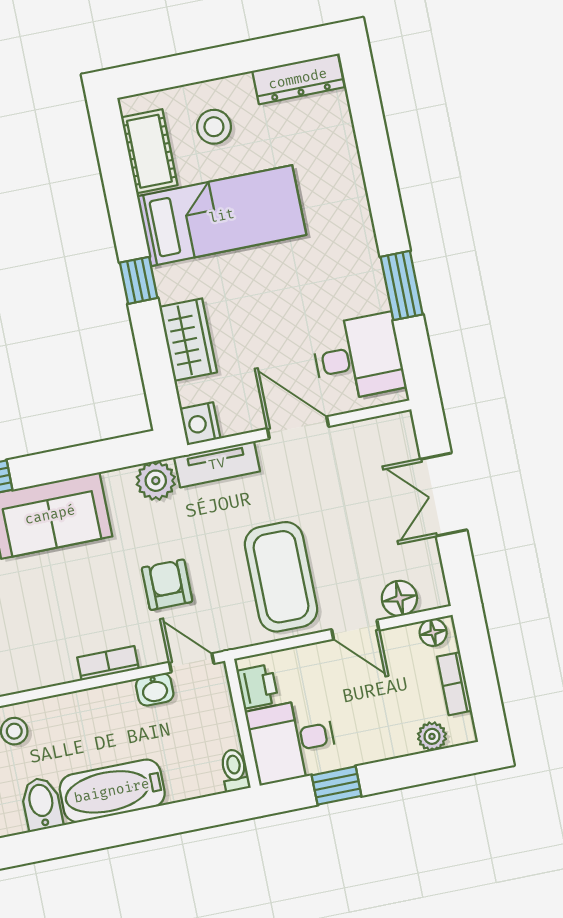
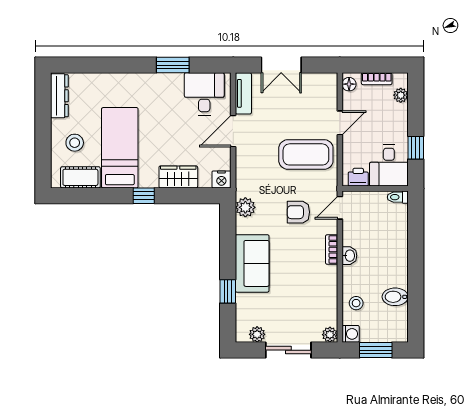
tv unit: (217, 464) -> (243, 93), moved
floor lamp: (399, 598) -> (329, 98), removed
washbasin: (155, 689) -> (349, 256), moved
bathtub: (112, 791) -> (396, 260), removed

